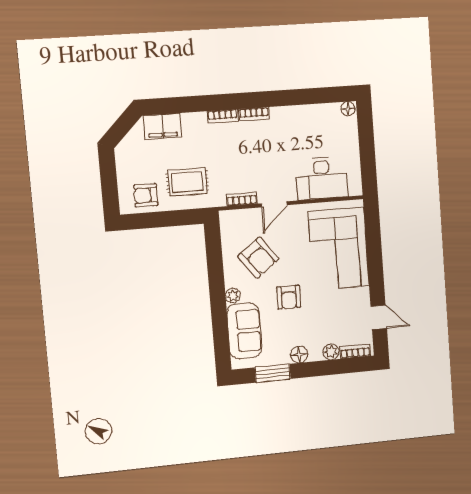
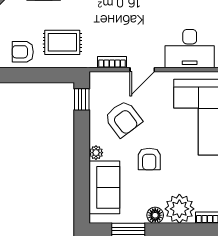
window: (213, 241) -> (82, 99), added
plant: (331, 352) -> (179, 209), width x1.87, depth x1.87

